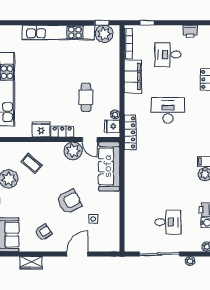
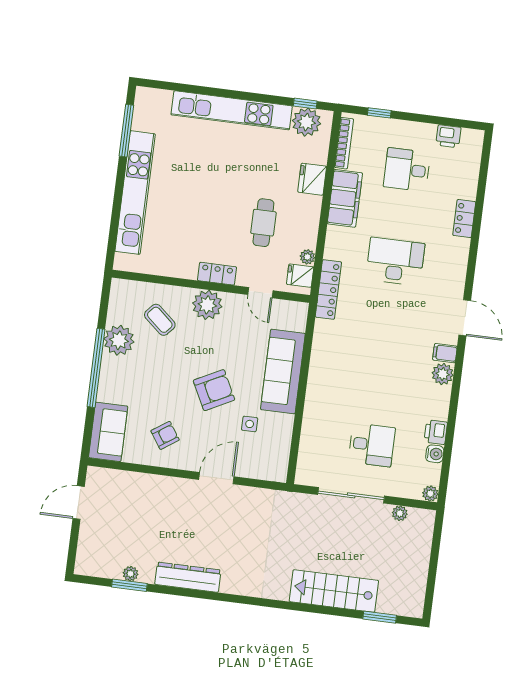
fridge: (41, 129) -> (312, 179), moved, turned -90
plant: (73, 151) -> (207, 305), moved
sofa: (109, 166) -> (283, 371), moved
wardrobe: (31, 263) -> (138, 483), removed

